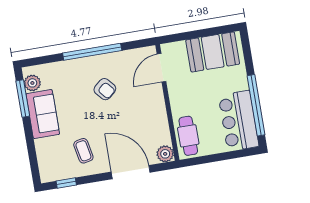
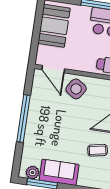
armchair: (105, 89) -> (55, 118), removed
side table: (147, 102) -> (76, 89), added

